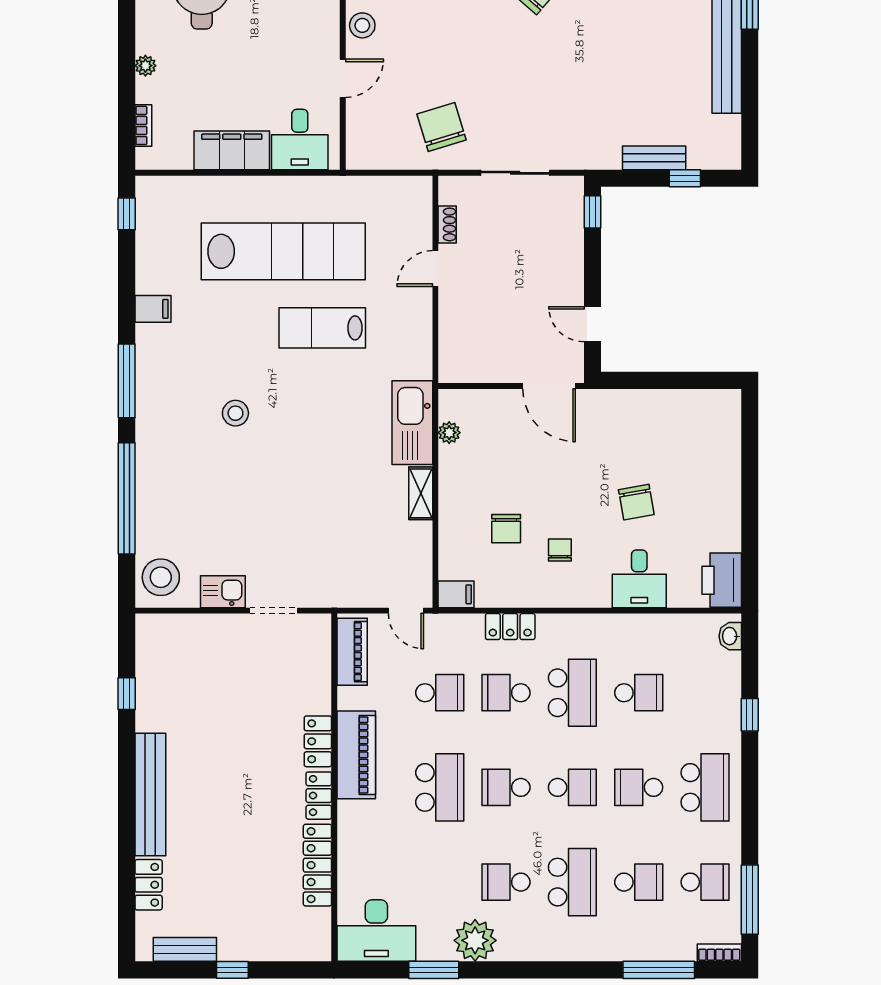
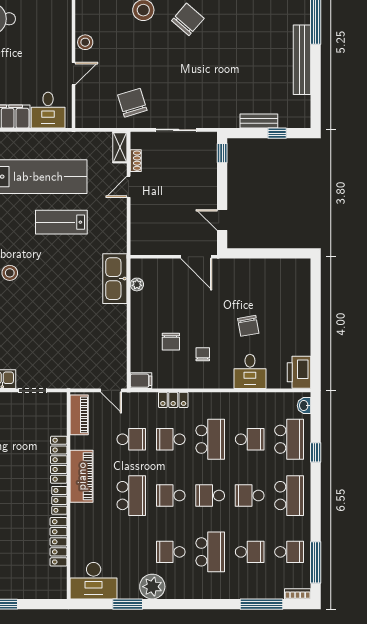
shelving: (421, 493) -> (120, 147), moved
school desk: (705, 693) -> (289, 439), added
locker: (318, 741) -> (59, 460), width x1.53
school desk: (572, 787) -> (210, 496), turned 180

